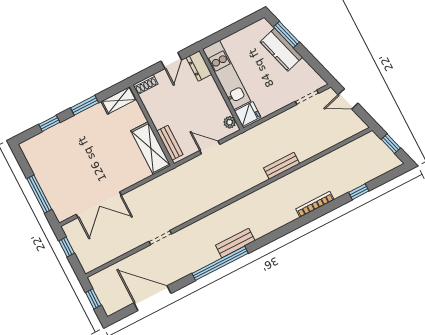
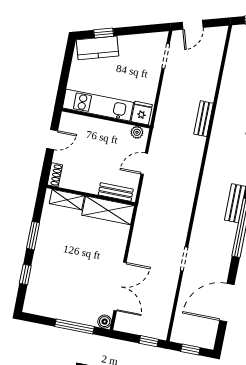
window: (286, 35) -> (104, 33), width x0.67
kitchen counter: (281, 50) -> (98, 48), moved
door: (171, 60) -> (52, 140), hinge flipped
dresser: (199, 66) -> (74, 121), removed
shelving: (119, 100) -> (67, 200), moved, turned 90
boiler: (62, 215) -> (105, 322), added
window: (67, 247) -> (149, 341), moved

